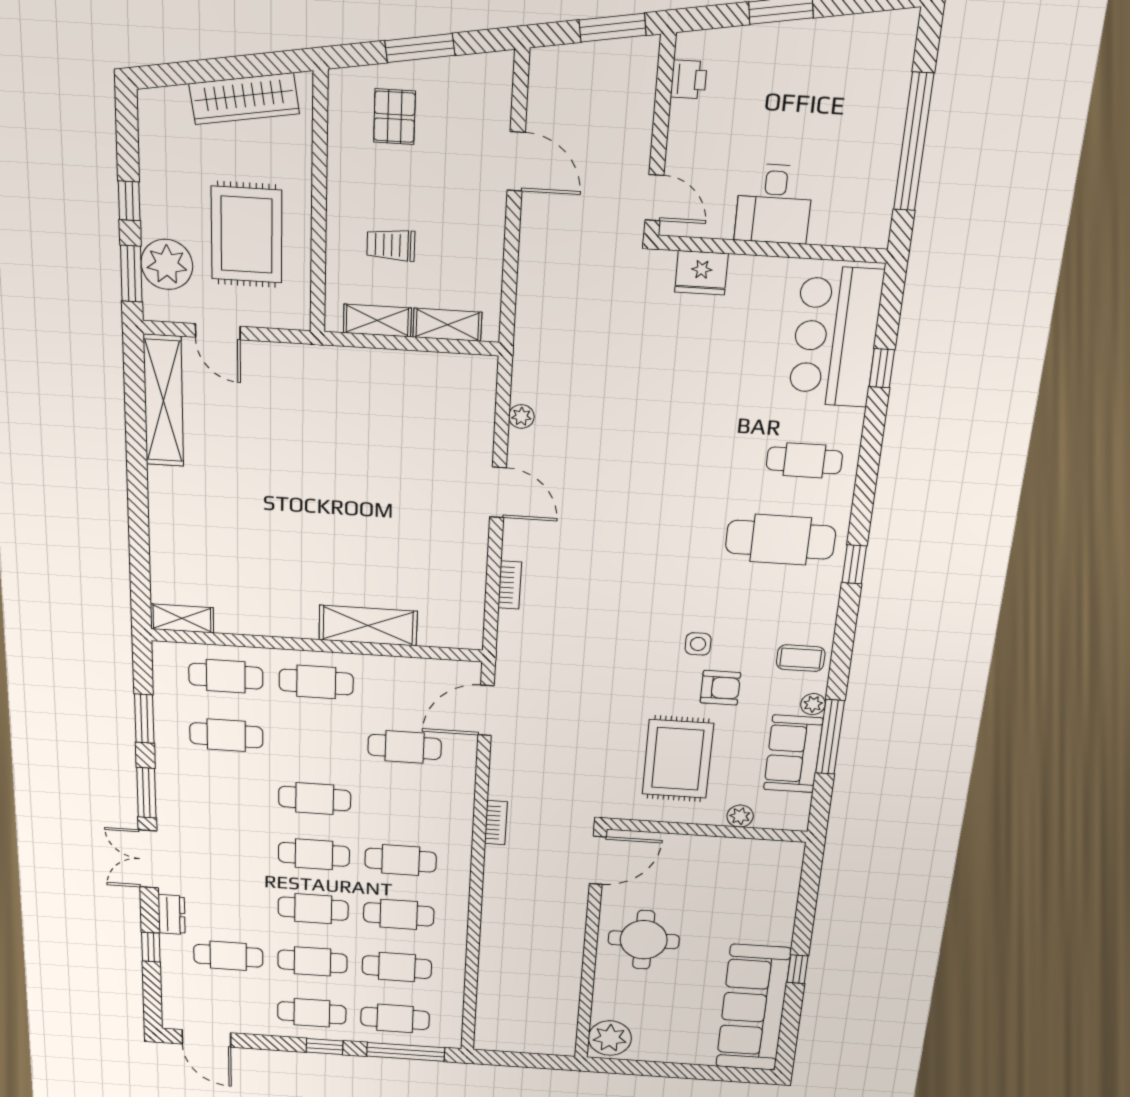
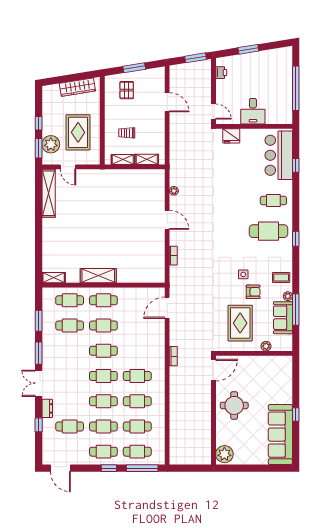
shelving: (368, 626) -> (98, 276), moved
cafe table: (405, 747) -> (103, 326), moved

